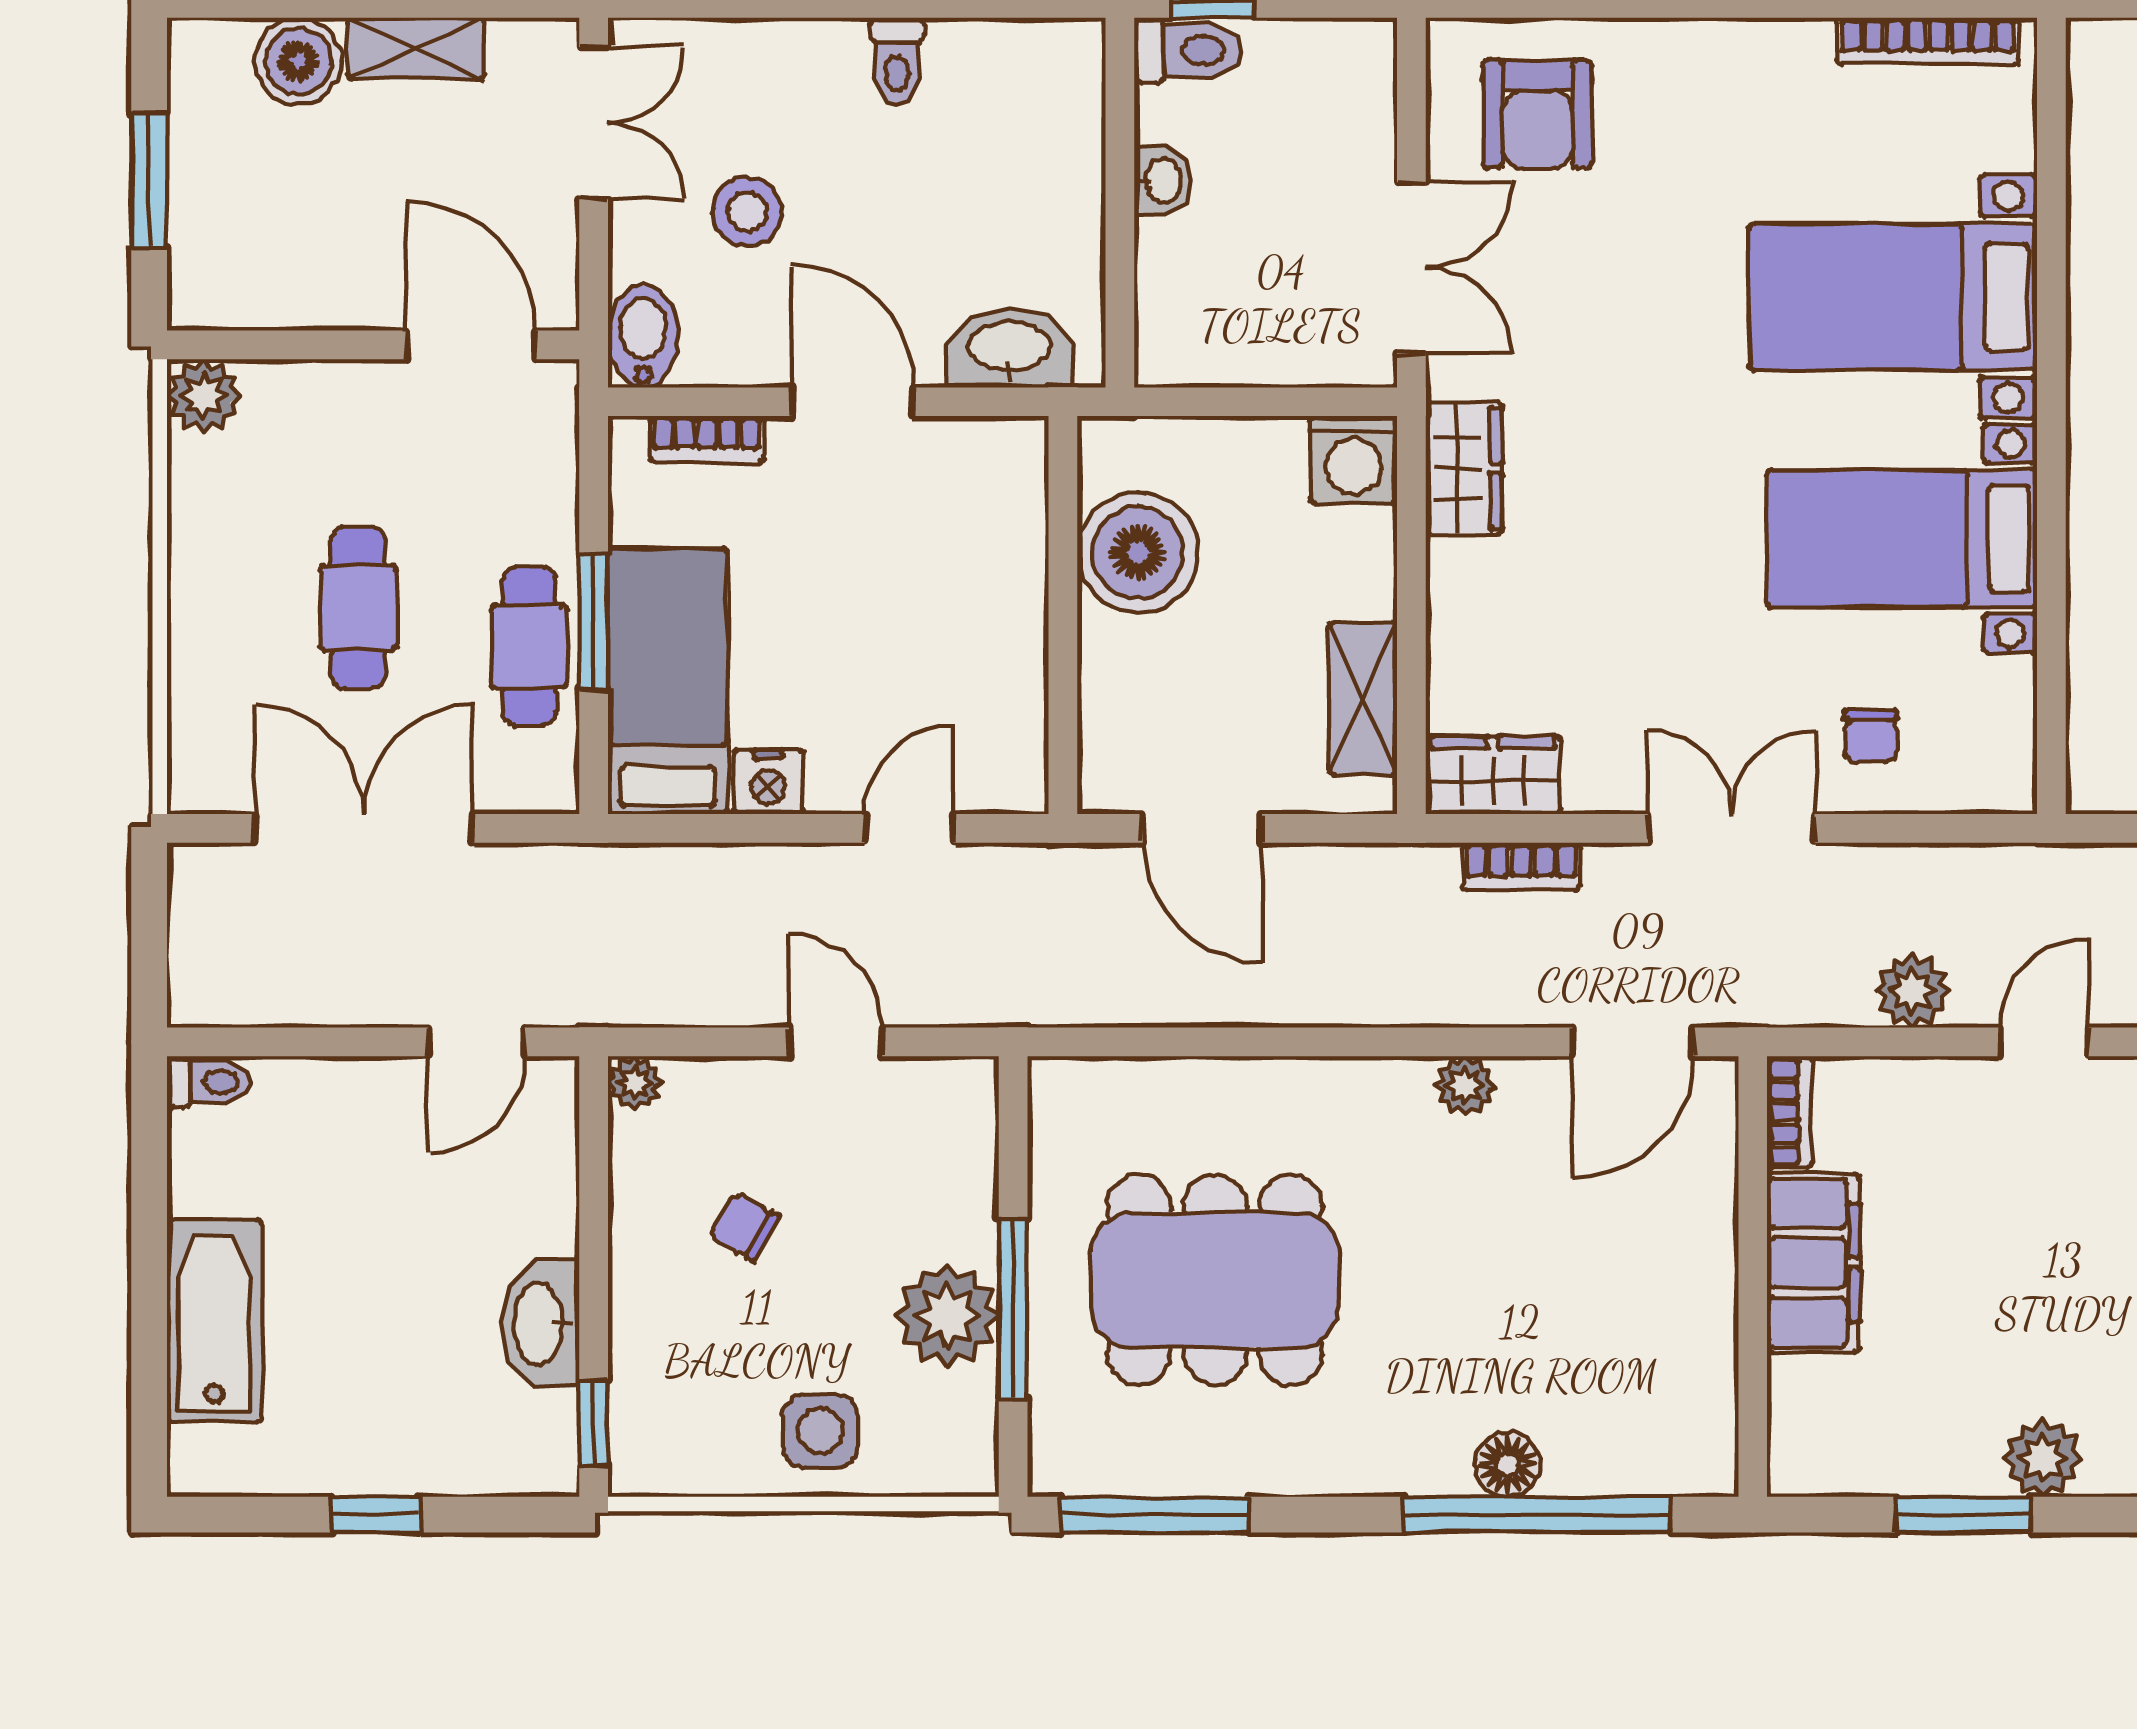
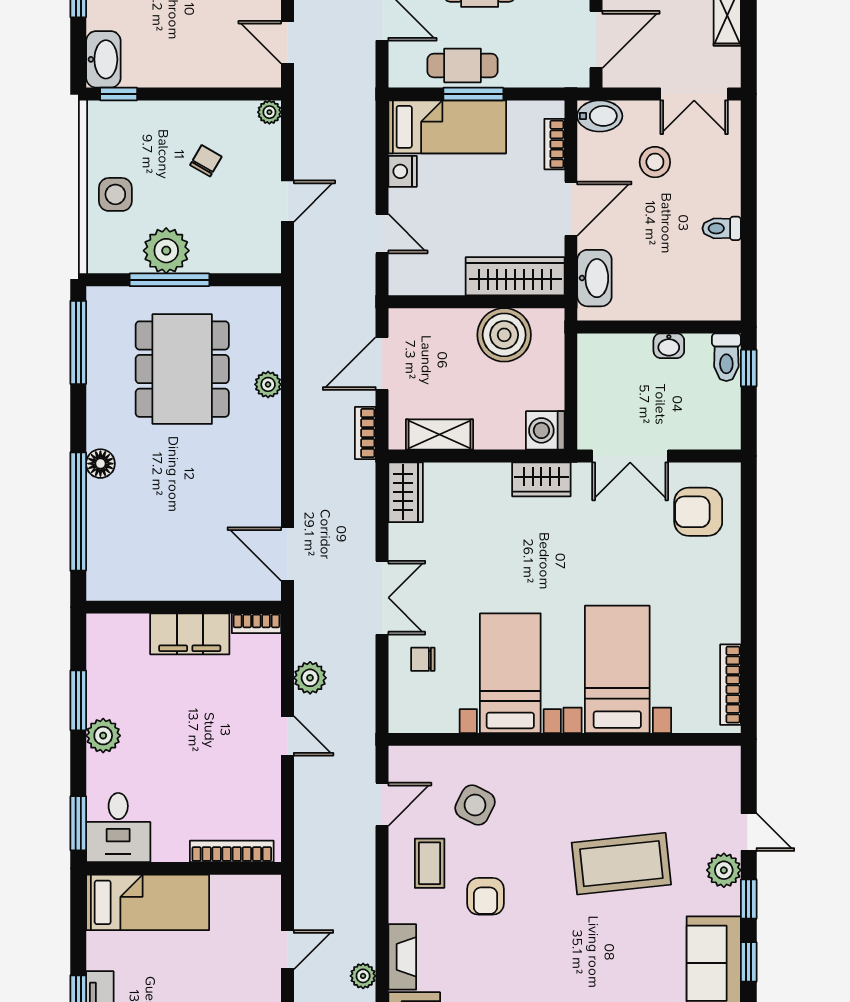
wardrobe: (1005, 528) -> (515, 276), added
bookcase: (1521, 866) -> (365, 433), moved
plant: (1465, 1086) -> (268, 384), moved
washbasin: (540, 1324) -> (103, 59), moved, turned 90
floor lamp: (1508, 1464) -> (100, 464), moved

